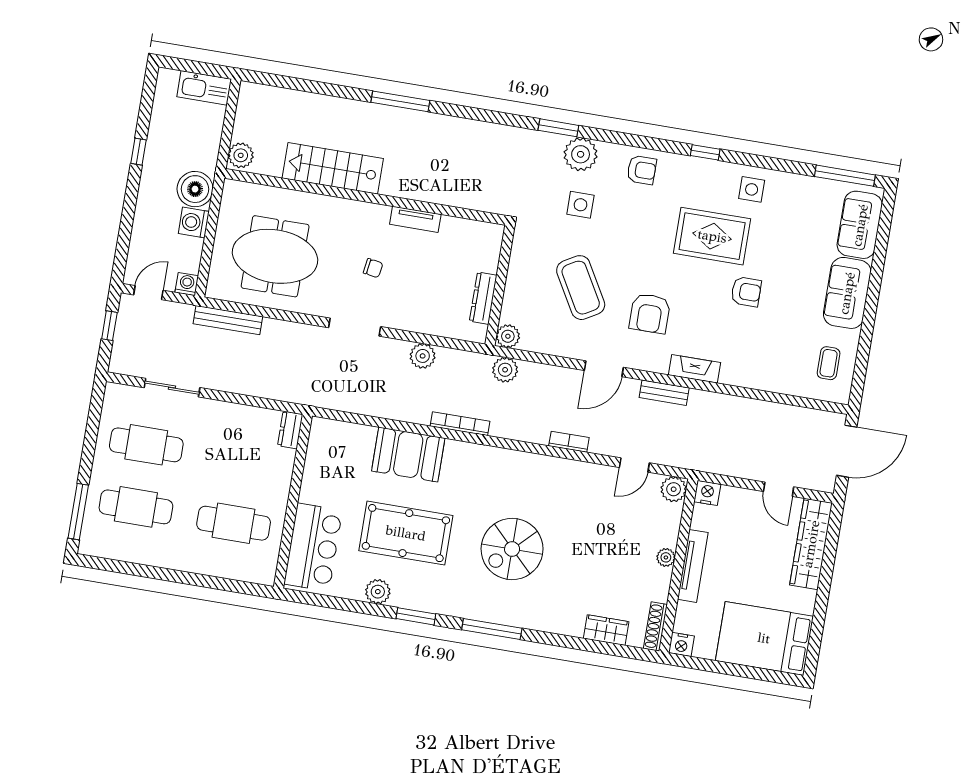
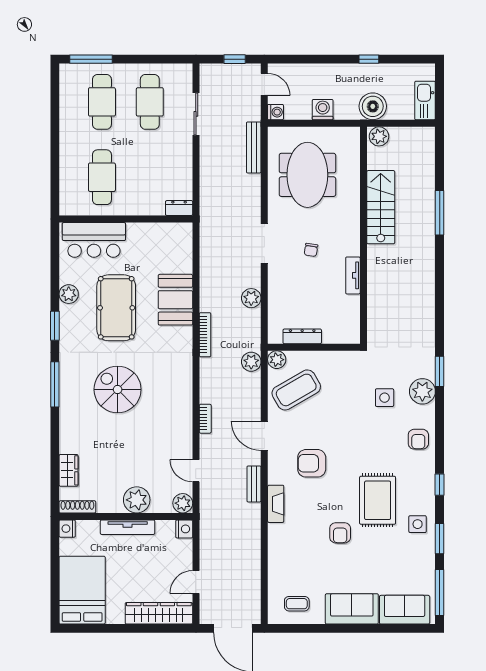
window: (400, 101) -> (440, 213), moved
window: (775, 164) -> (440, 539), added
boiler: (195, 189) -> (373, 106), moved
coffee table: (581, 288) -> (296, 390), moved
plant: (666, 557) -> (137, 500), width x1.88, depth x1.88

